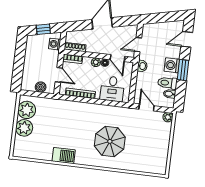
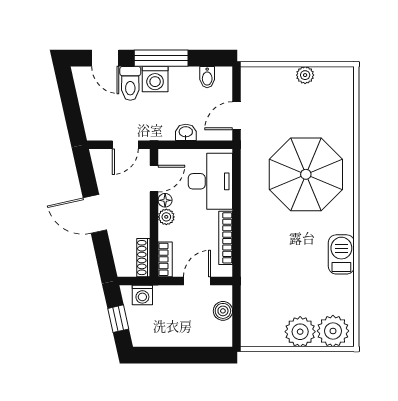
door: (138, 45) -> (125, 145), hinge flipped
washbasin: (142, 66) -> (186, 132), moved
window: (183, 70) -> (161, 58), width x1.44
toilet: (167, 83) -> (130, 83), moved
desk: (112, 89) -> (210, 181), width x1.37
plant: (27, 110) -> (333, 331), moved
plant: (168, 117) -> (305, 75), moved
parasol: (110, 141) -> (306, 174), width x1.36, depth x1.36

